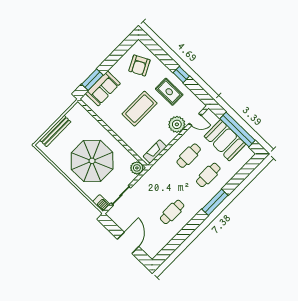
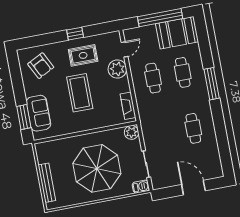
booth: (225, 140) -> (177, 33), moved

